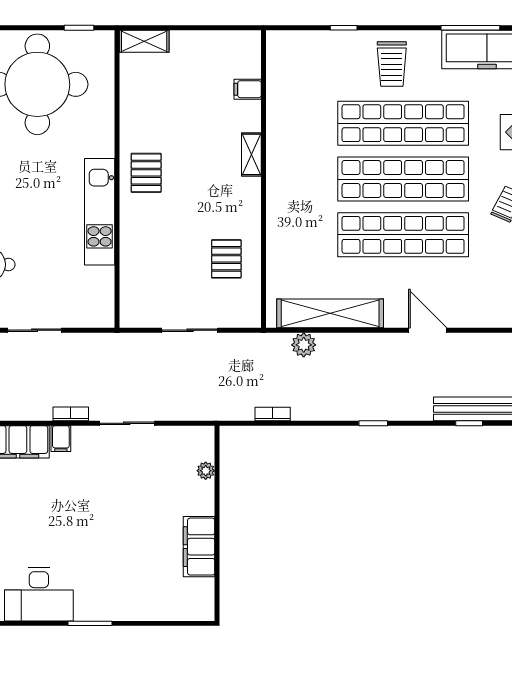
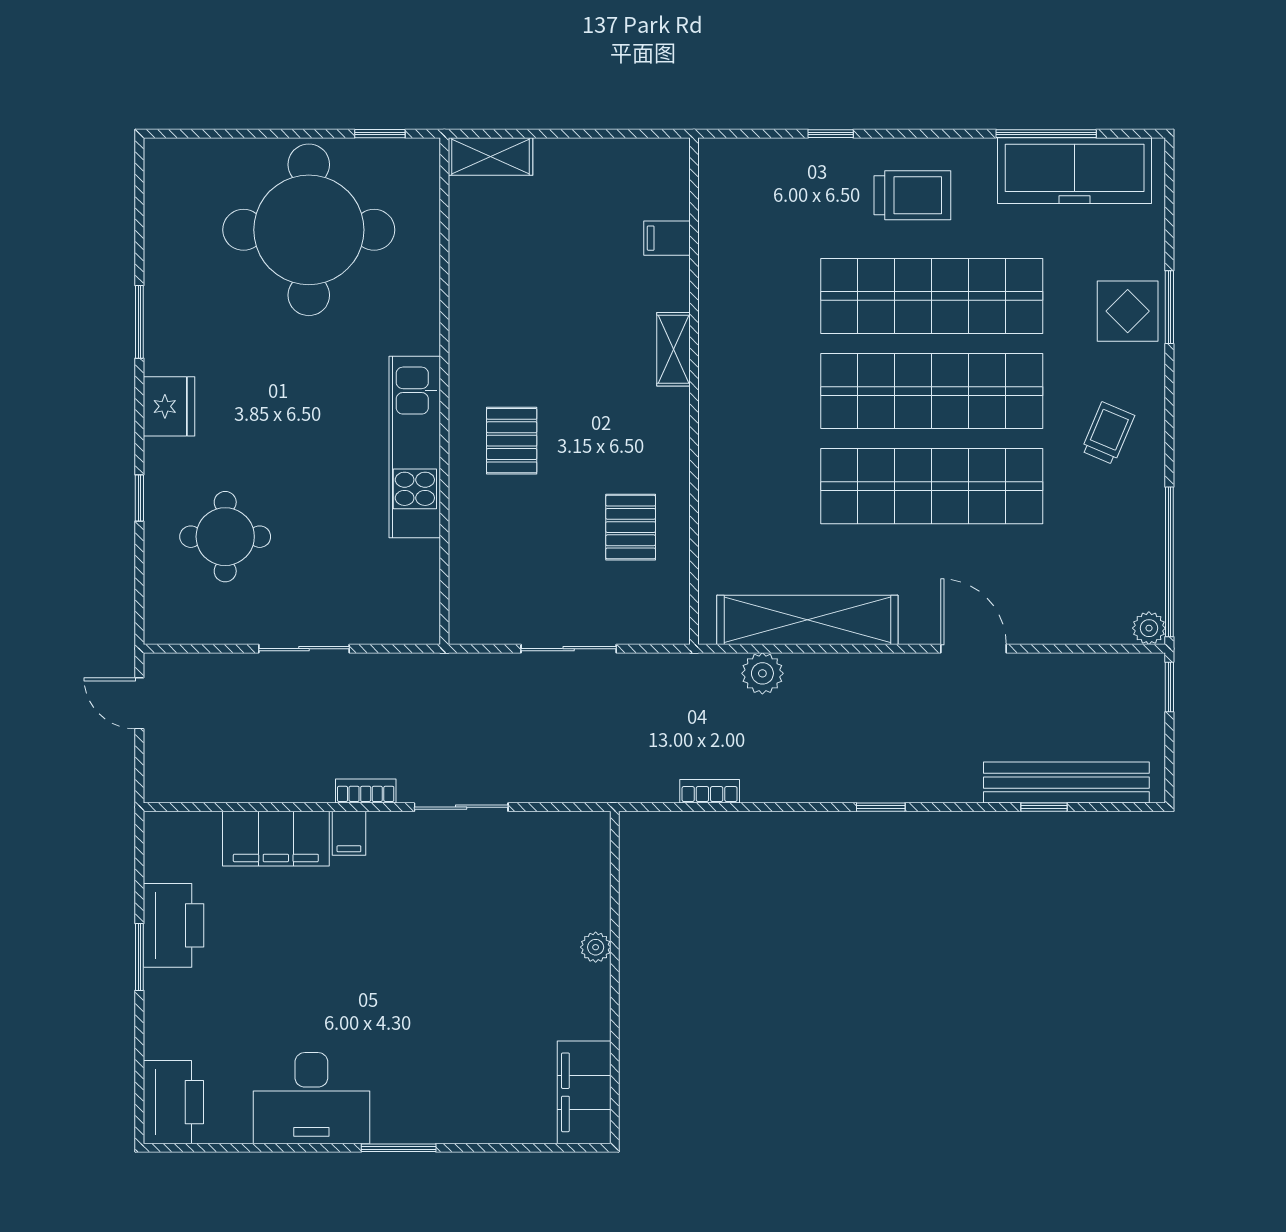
trolley: (392, 64) -> (912, 195), turned -90
pallet: (146, 173) -> (512, 441), moved
plant: (206, 471) -> (596, 947), moved
filing cabinet: (199, 547) -> (584, 1092), moved

